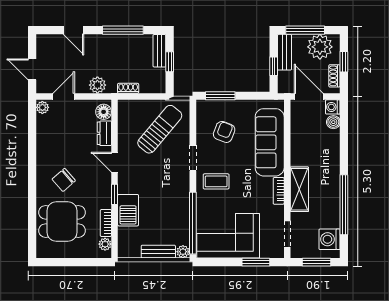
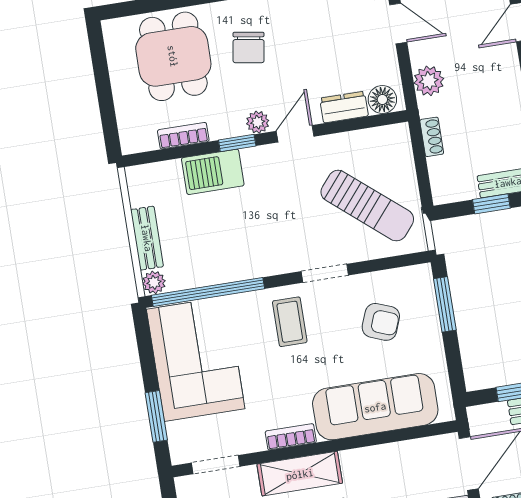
chair: (64, 180) -> (249, 47), turned -130
plant: (105, 244) -> (258, 122), moved

